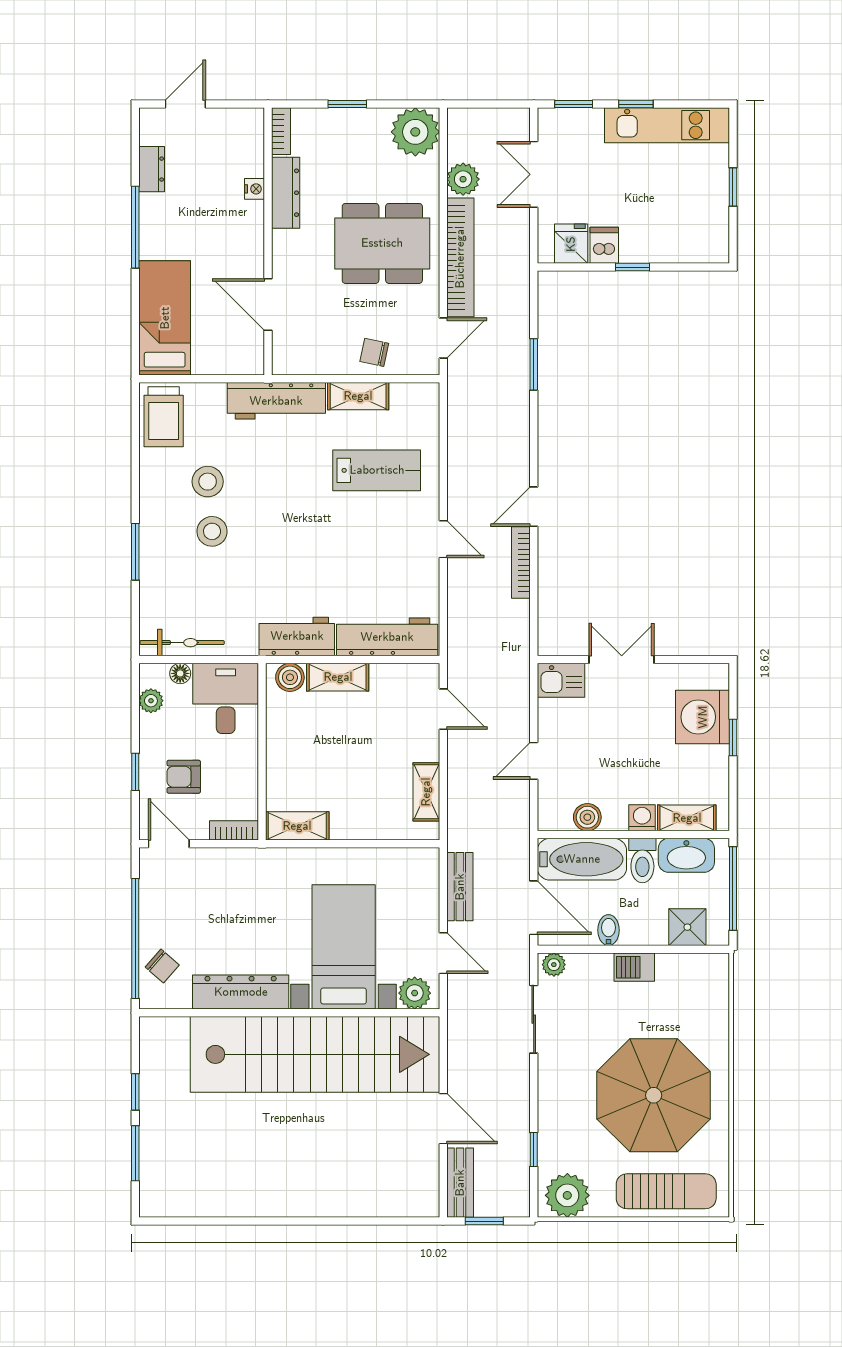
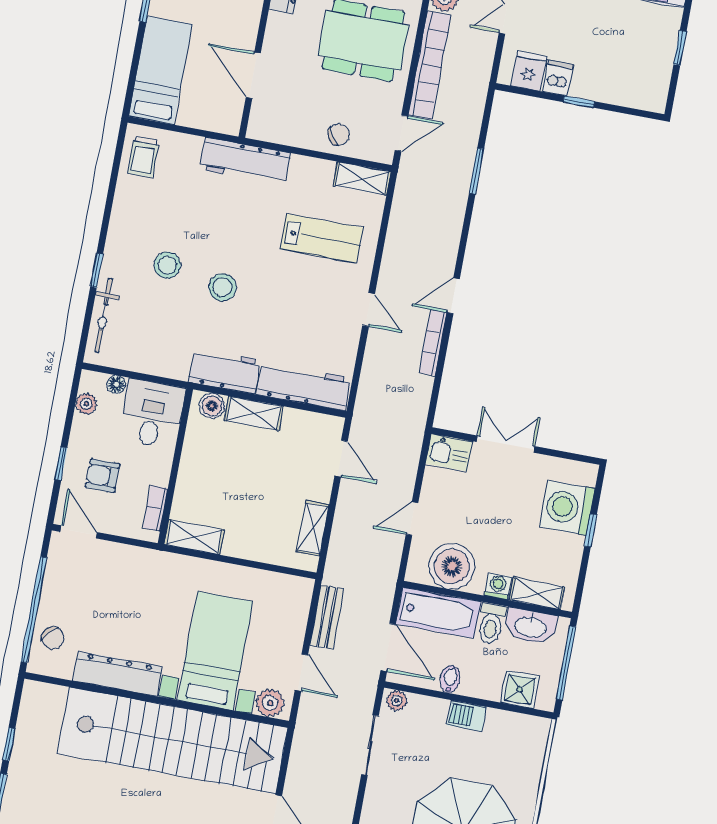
chair: (374, 352) -> (339, 135), turned 137
shelving: (358, 396) -> (362, 179), moved
trolley: (164, 417) -> (143, 157), width x0.73, depth x0.72
stool: (208, 482) -> (222, 287), moved
window: (135, 552) -> (97, 270), width x0.67
bicycle: (182, 643) -> (104, 315), moved, turned 90
boiler: (587, 817) -> (452, 566), width x1.86, depth x1.86
bookcase: (234, 830) -> (155, 508), moved, turned -90

